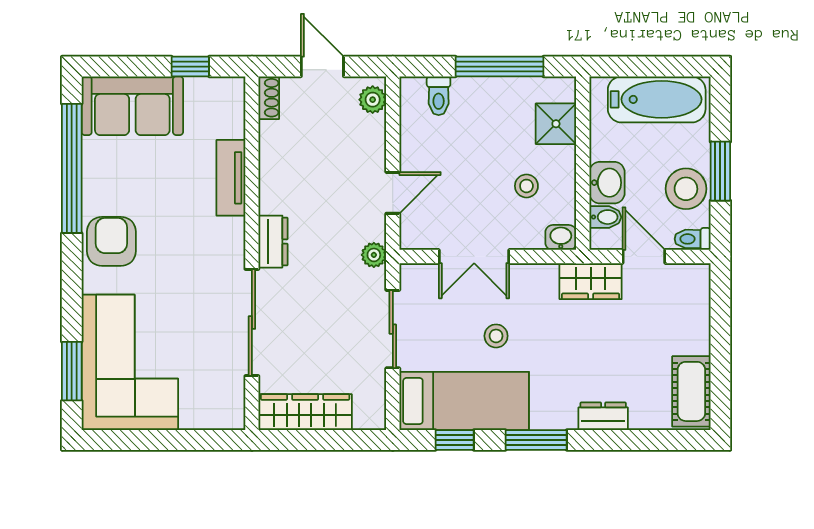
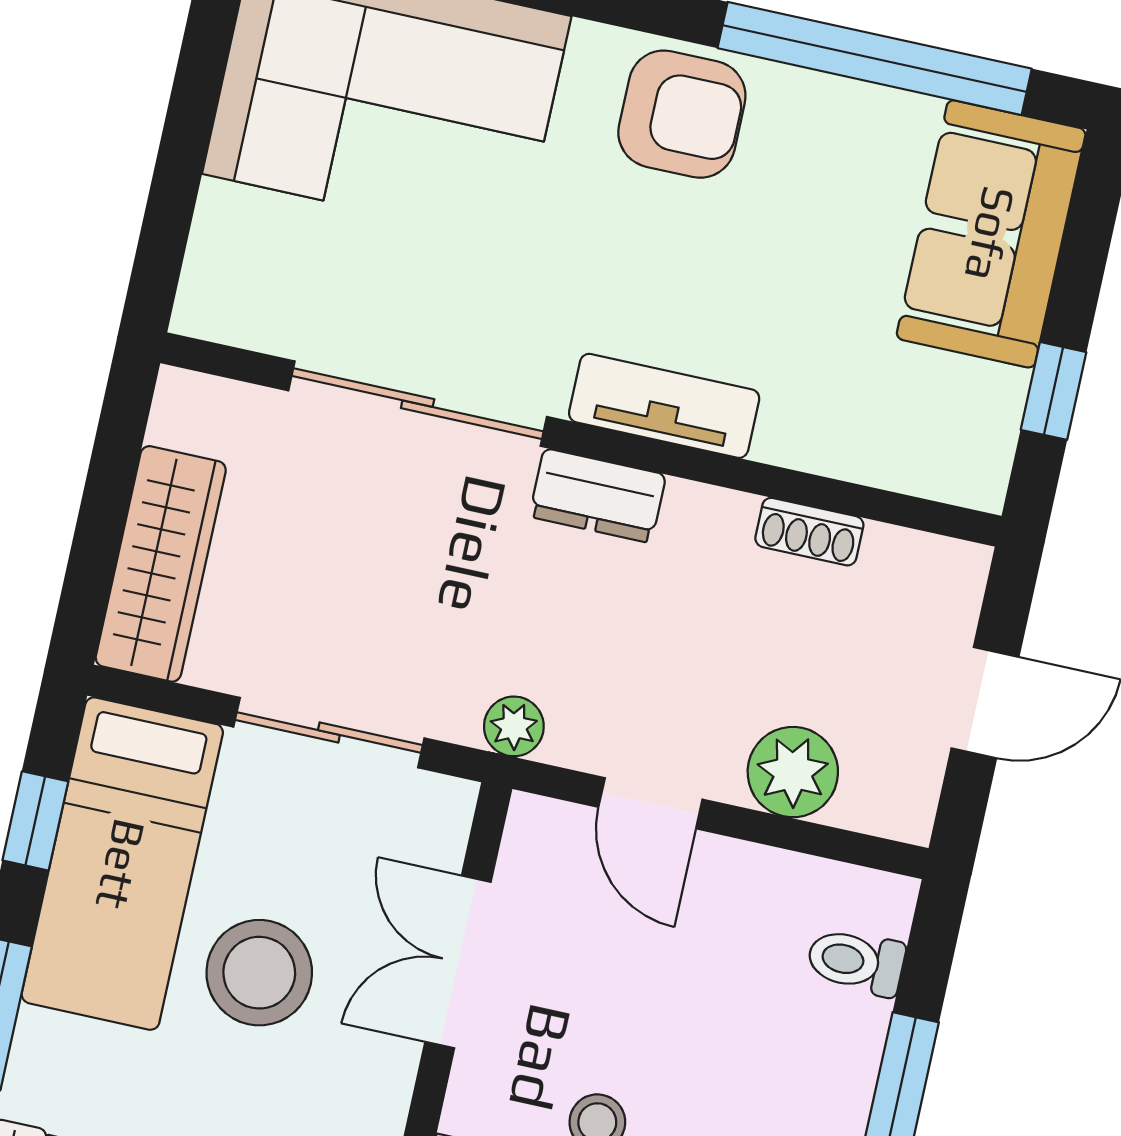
shoe rack: (269, 98) -> (809, 532), moved
plant: (373, 100) -> (793, 772), moved, width x1.38, depth x1.38
tv unit: (231, 178) -> (664, 406), moved
stool: (496, 336) -> (259, 973), width x1.89, depth x1.89
wardrobe: (305, 412) -> (161, 564), moved

